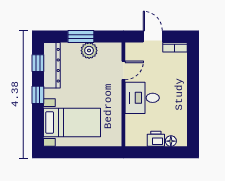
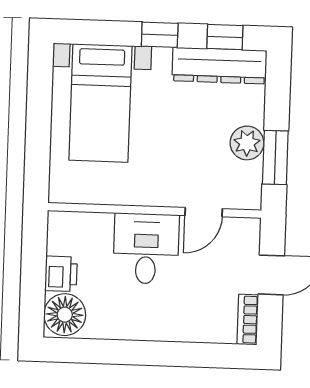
window: (81, 36) -> (275, 158), moved
door: (123, 70) -> (204, 212), hinge flipped
floor lamp: (171, 141) -> (65, 315), width x1.89, depth x1.89

